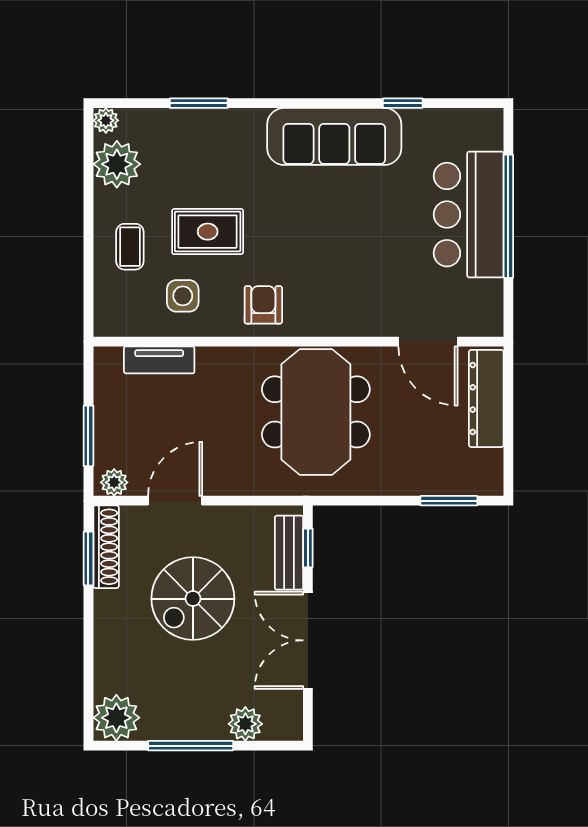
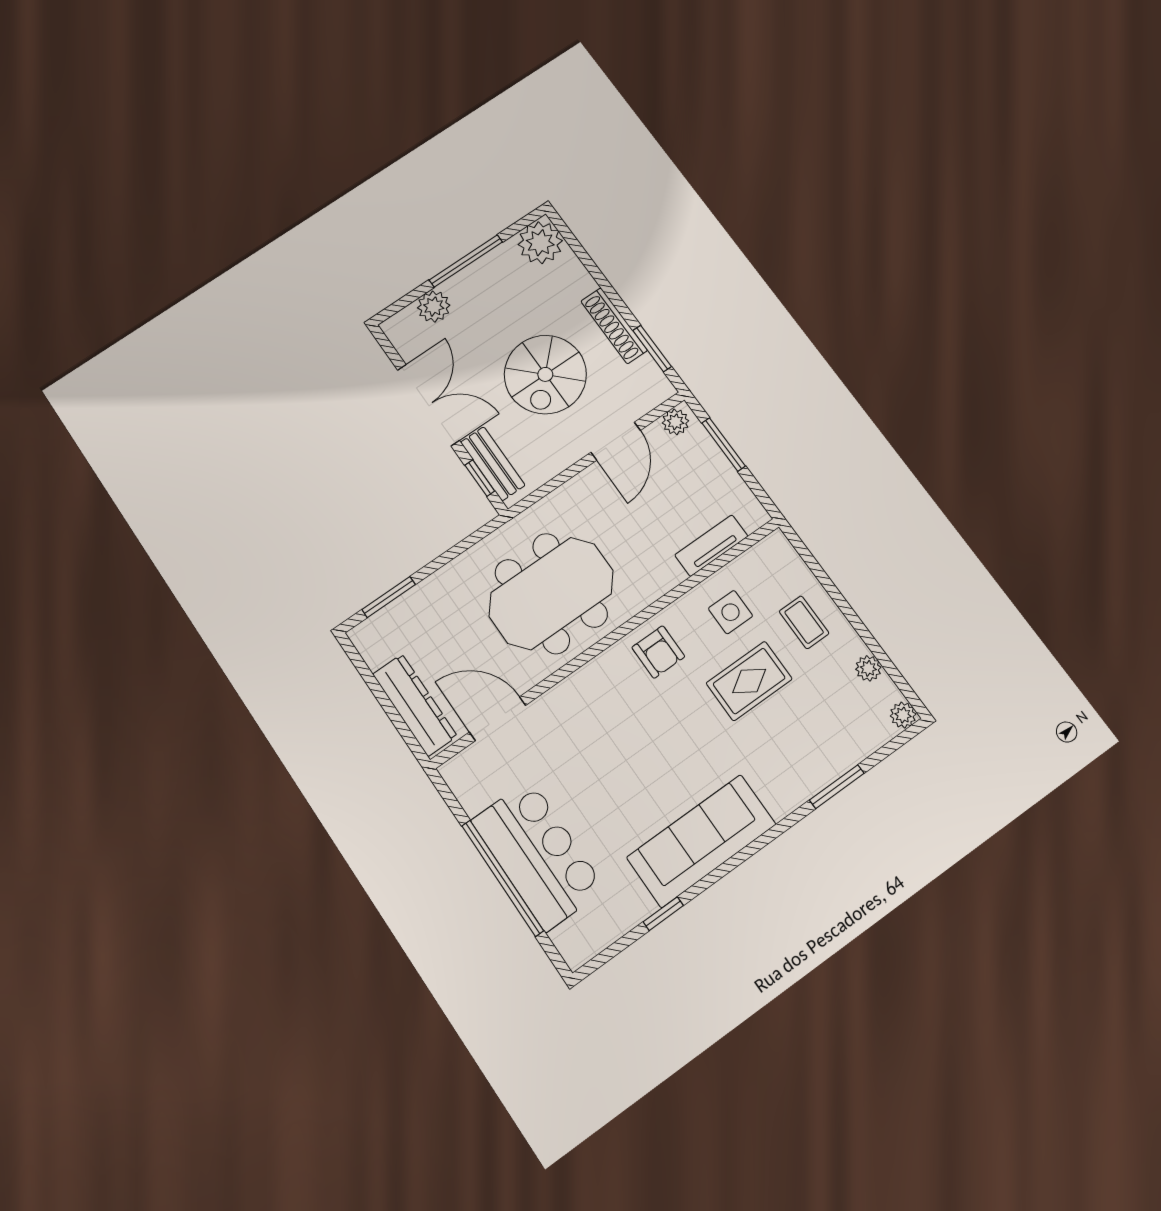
plant: (117, 164) -> (868, 668), width x0.53, depth x0.53
meeting table: (316, 412) -> (551, 593), turned 90
shoe rack: (106, 547) -> (614, 326), moved
spiral stairs: (193, 599) -> (545, 374), turned 180

